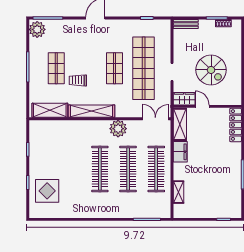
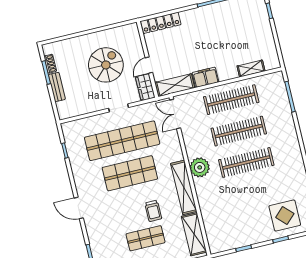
bench: (186, 24) -> (57, 87), moved
shop shelf: (114, 68) -> (130, 173), width x1.43, depth x1.36
plant: (118, 129) -> (200, 167), moved

